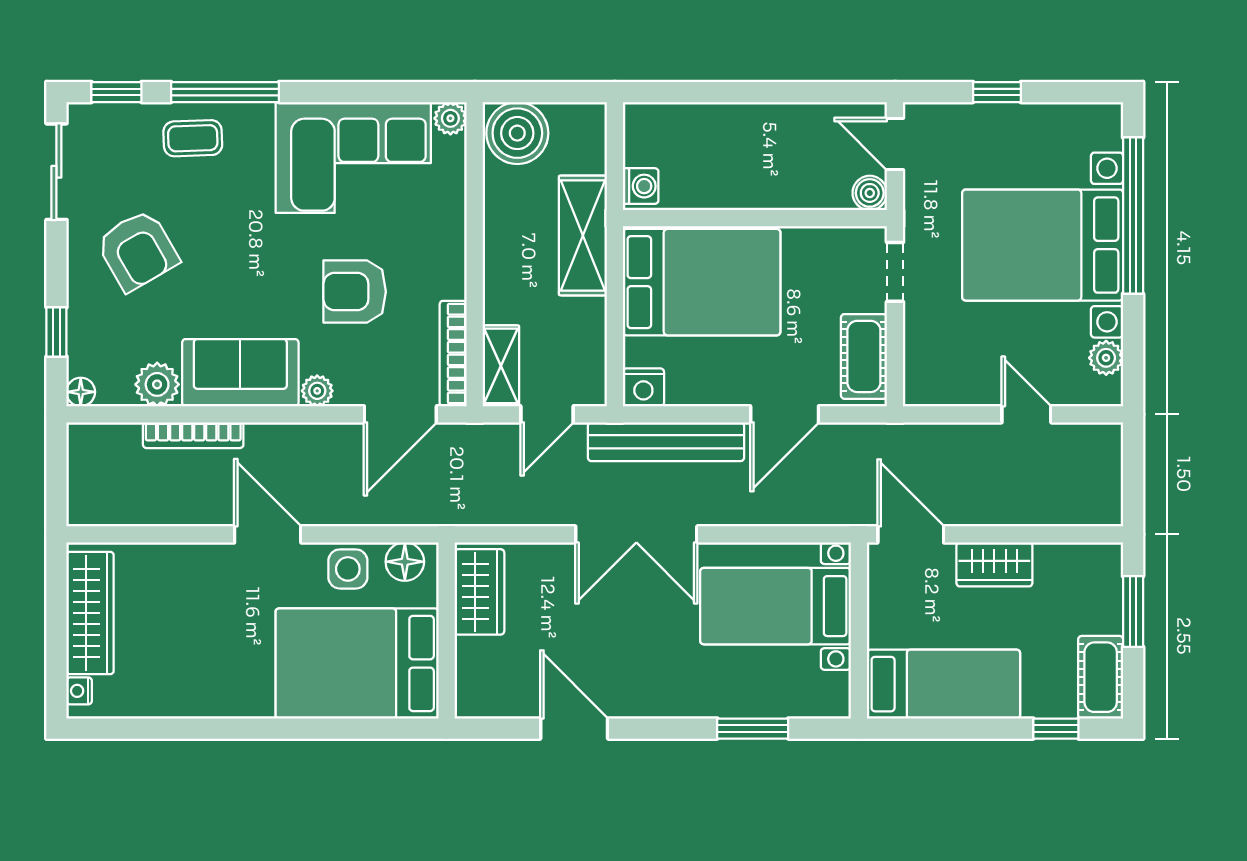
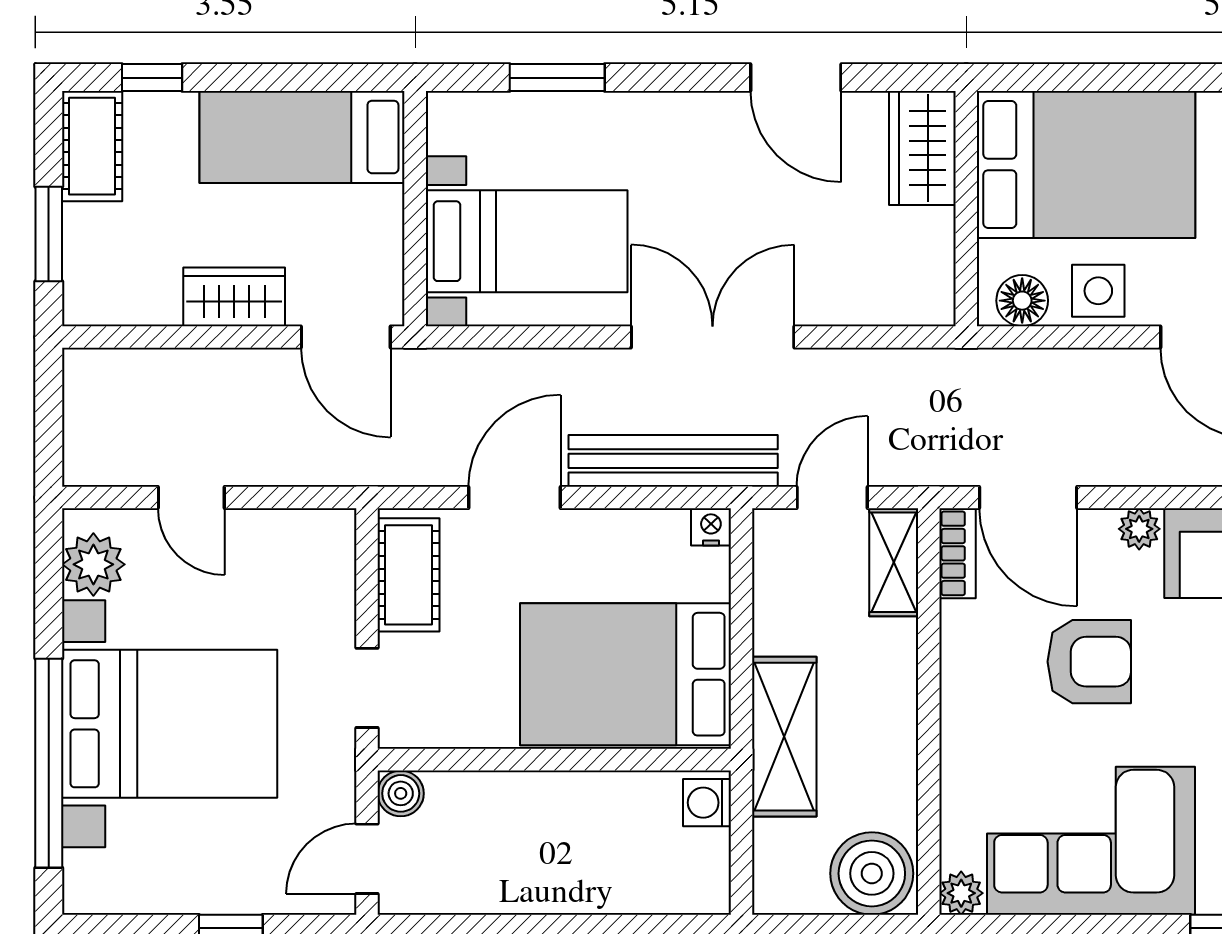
door: (895, 144) -> (367, 859), swing flipped
bookcase: (453, 354) -> (958, 553), width x0.64
plant: (1106, 358) -> (93, 564), width x1.38, depth x1.38
nightstand: (643, 387) -> (711, 527), width x0.72, depth x0.74
door: (400, 414) -> (1028, 498), swing flipped
wardrobe: (479, 592) -> (922, 148), moved

